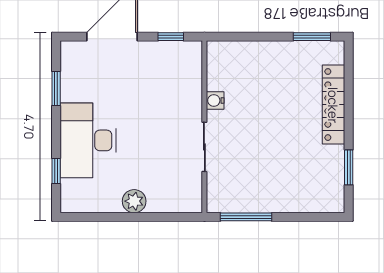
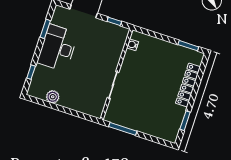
water cooler: (215, 100) -> (133, 45), moved
desk: (88, 140) -> (58, 48), moved
plant: (134, 201) -> (53, 97), moved

